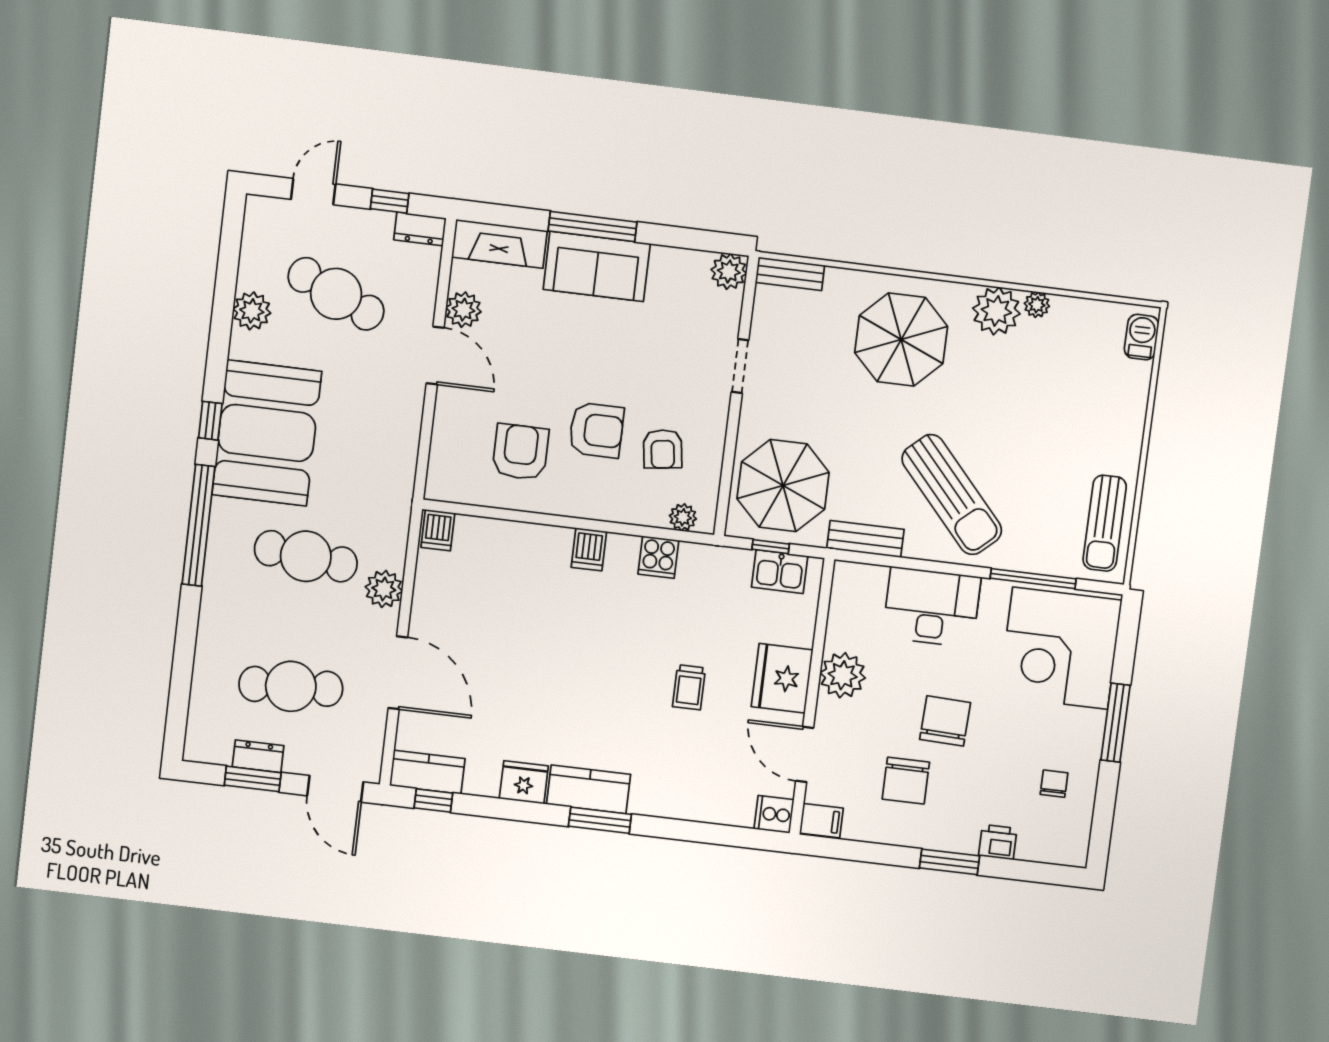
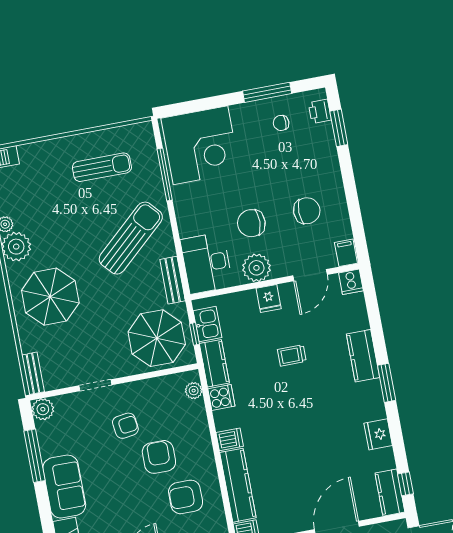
window: (593, 226) -> (34, 456), moved
armchair: (663, 449) -> (125, 426), moved
sun lounger: (1105, 523) -> (102, 167), moved
kitchen counter: (513, 540) -> (238, 485), added
kitchen counter: (715, 563) -> (214, 363), added
desk: (932, 607) -> (207, 263), moved
fridge: (782, 678) -> (269, 299), width x0.53, depth x0.75
trolley: (689, 687) -> (292, 355), turned 180
chair: (945, 721) -> (251, 223), moved
window: (1115, 723) -> (267, 92), moved
kitchen counter: (589, 789) -> (363, 356), moved
printer: (998, 842) -> (320, 111), moved
window: (949, 862) -> (339, 128), moved

